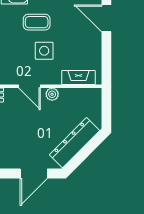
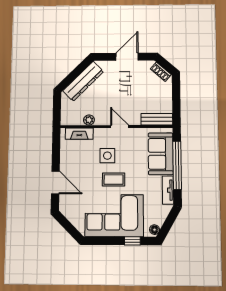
plant: (52, 94) -> (89, 120), moved
door: (34, 173) -> (127, 57), moved

